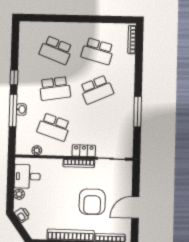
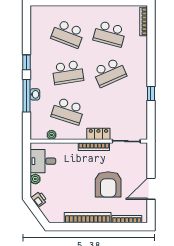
window: (138, 112) -> (151, 94), width x0.46

